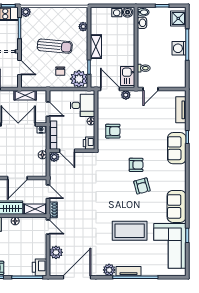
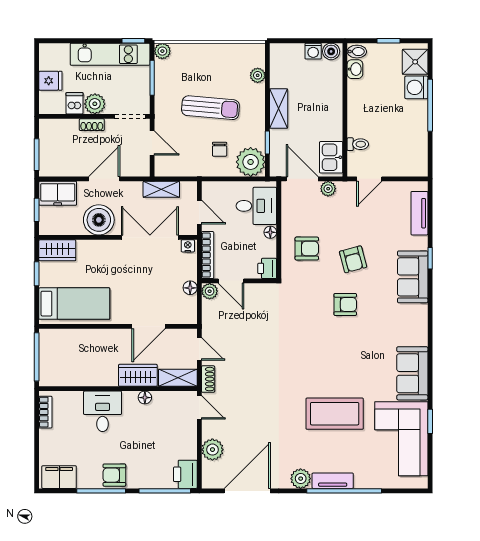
washing machine: (179, 48) -> (416, 87), moved
armchair: (142, 186) -> (353, 259), moved

